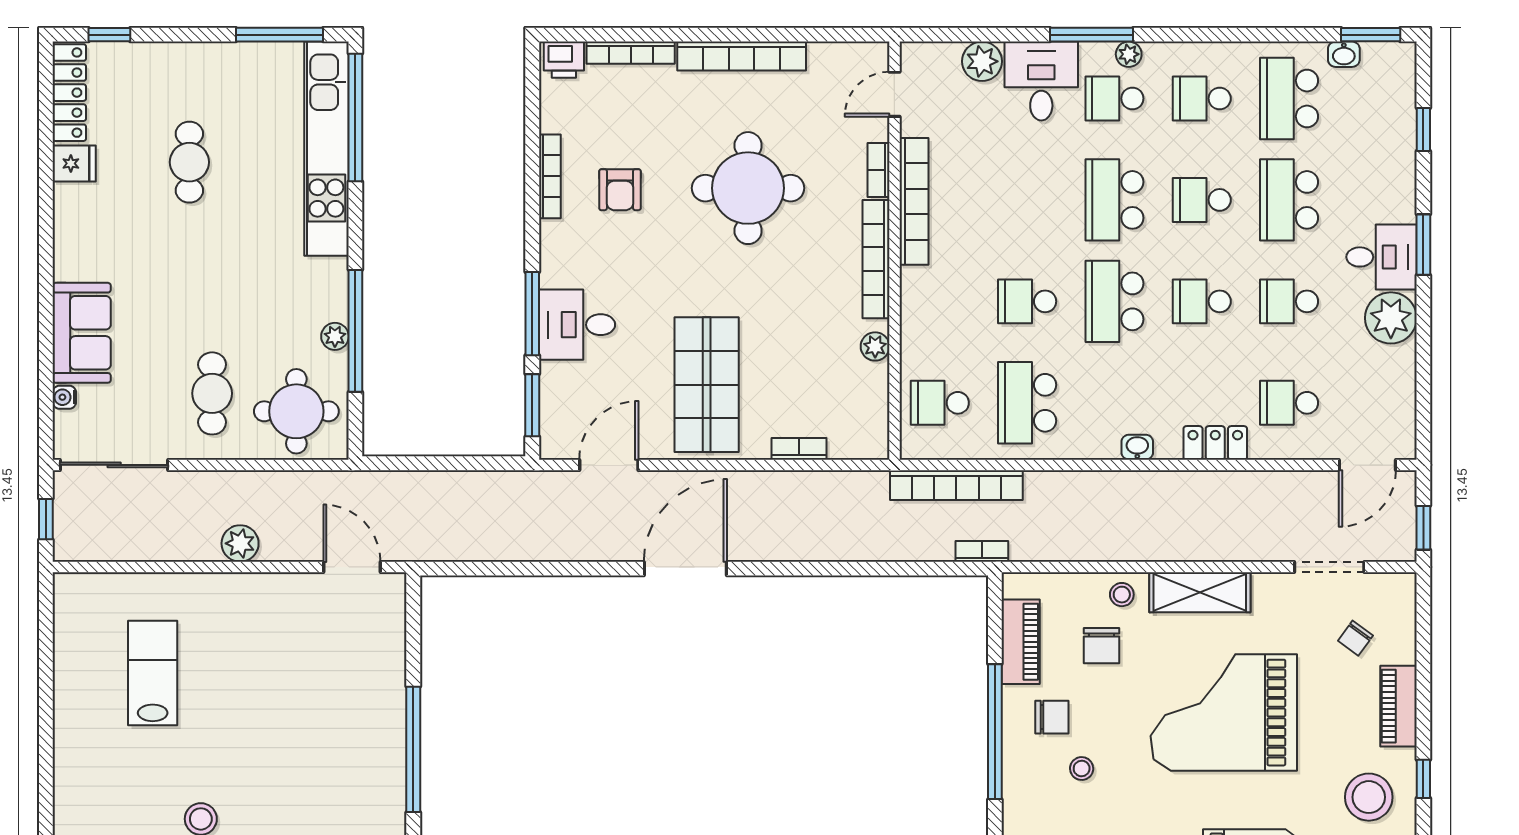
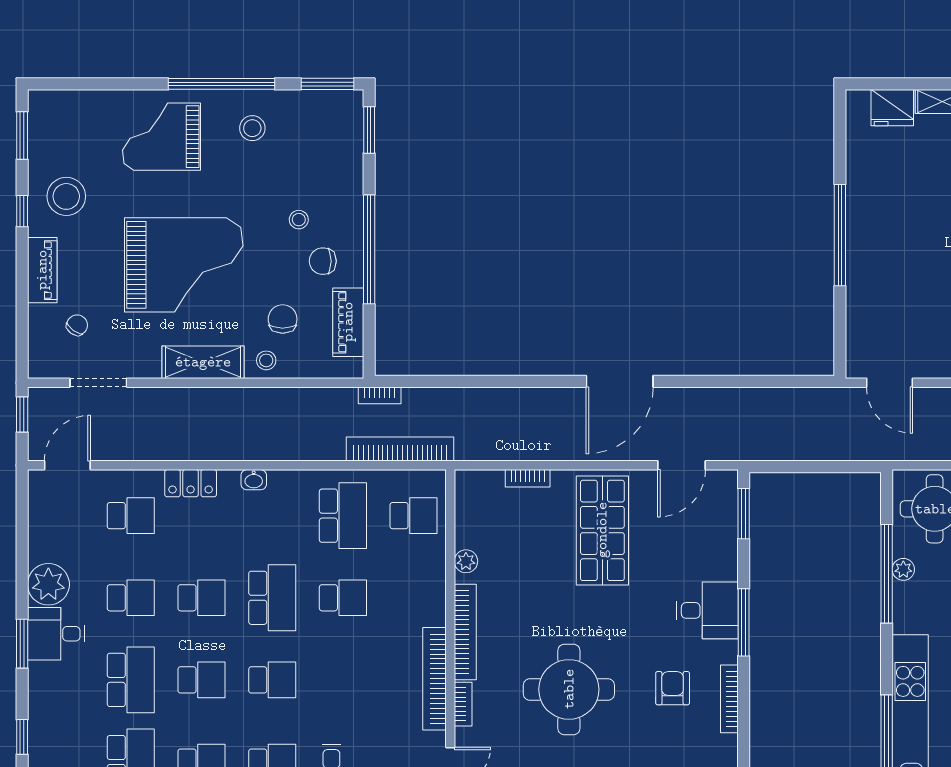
school desk: (1114, 200) -> (272, 680), width x0.54
window: (532, 314) -> (744, 622), moved
desk: (577, 325) -> (707, 610), moved

